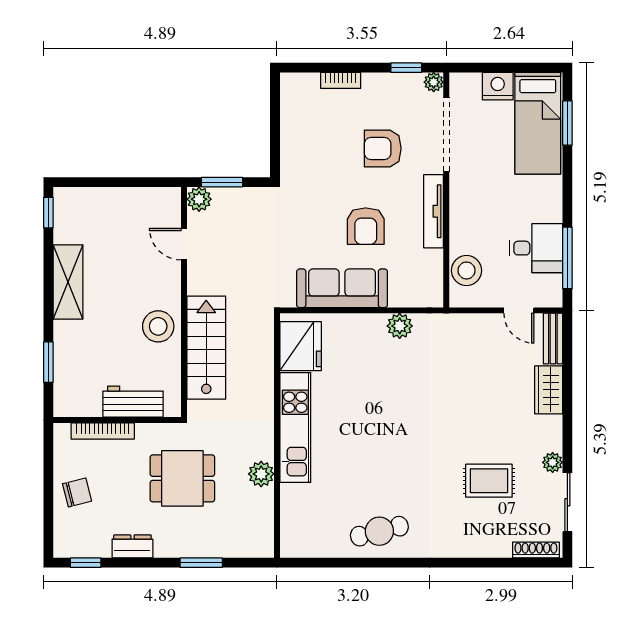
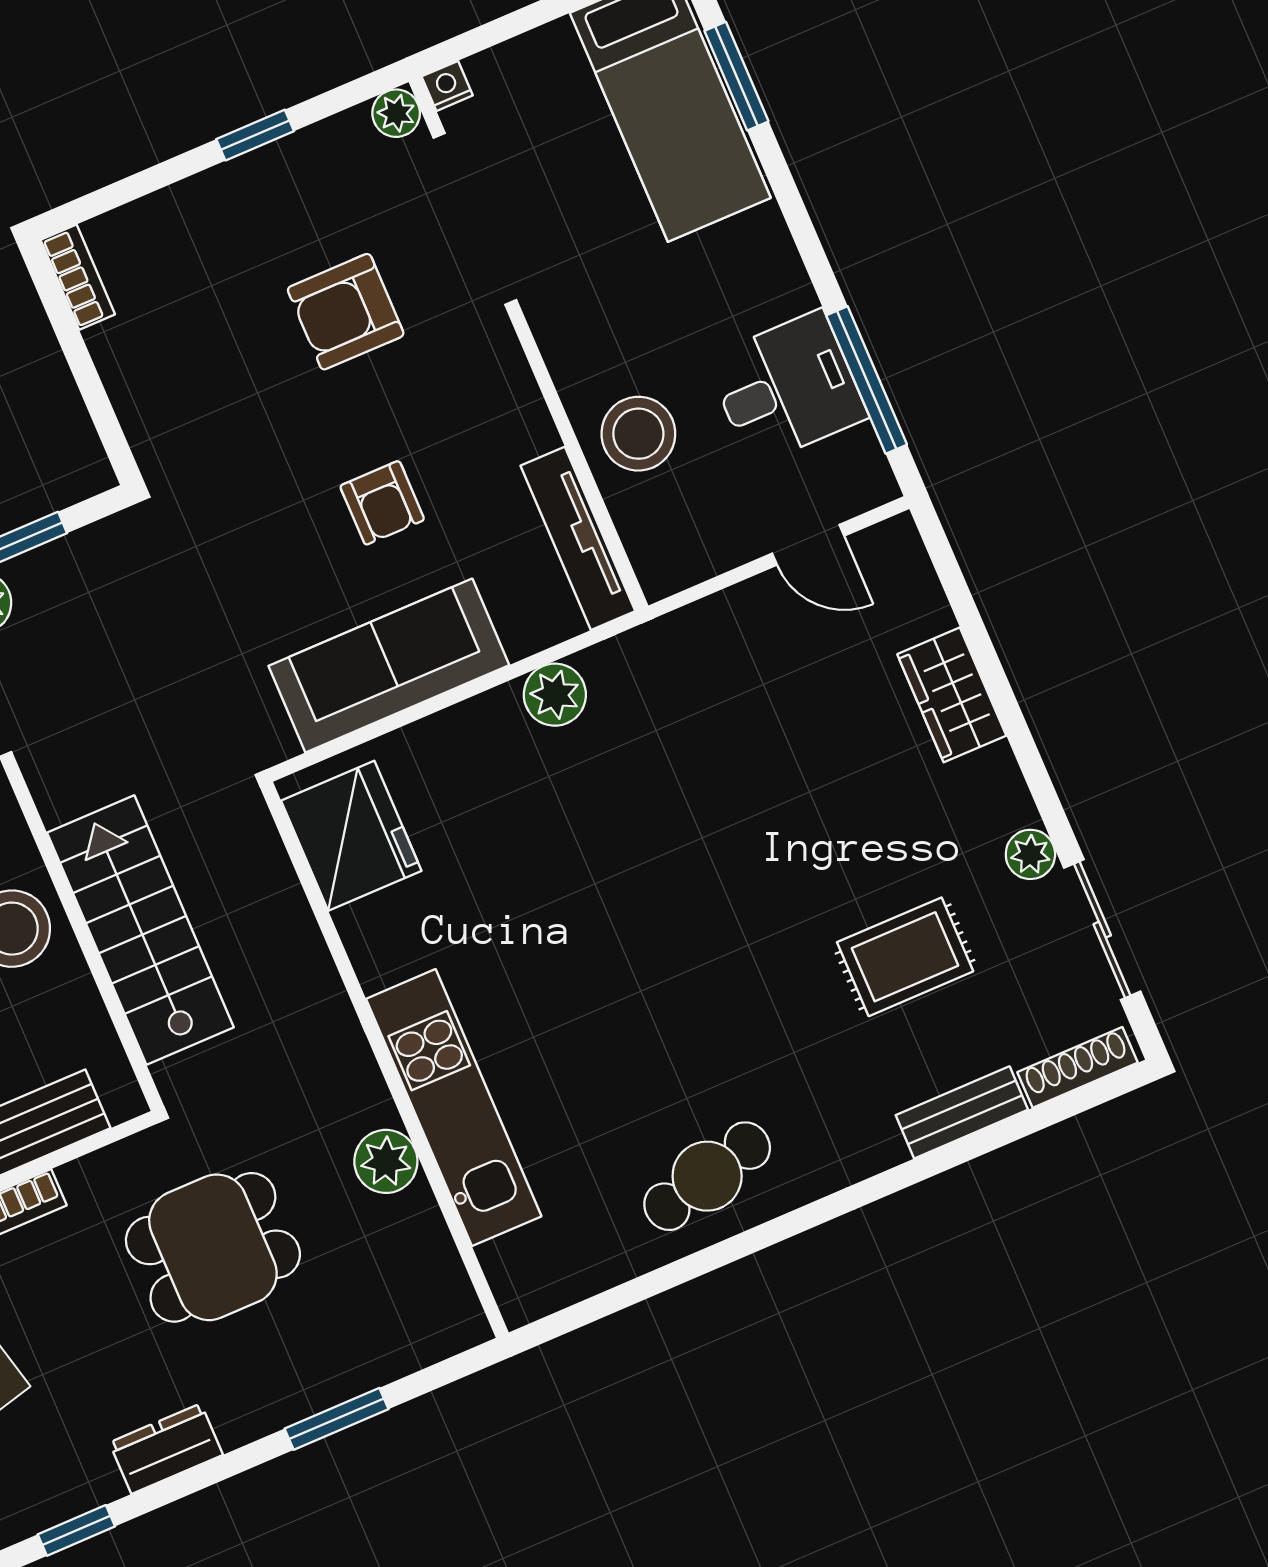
window: (406, 68) -> (255, 135), moved
bookcase: (341, 80) -> (78, 277), moved, turned -90
nightstand: (498, 86) -> (447, 86), moved, width x0.53, depth x0.56
tv unit: (433, 211) -> (578, 538), moved
armchair: (366, 226) -> (382, 503), width x0.72, depth x0.72
stool: (467, 271) -> (638, 434), moved
bench: (553, 339) -> (962, 1112), moved, turned 90
kitchen unit: (295, 428) -> (454, 1108), moved

